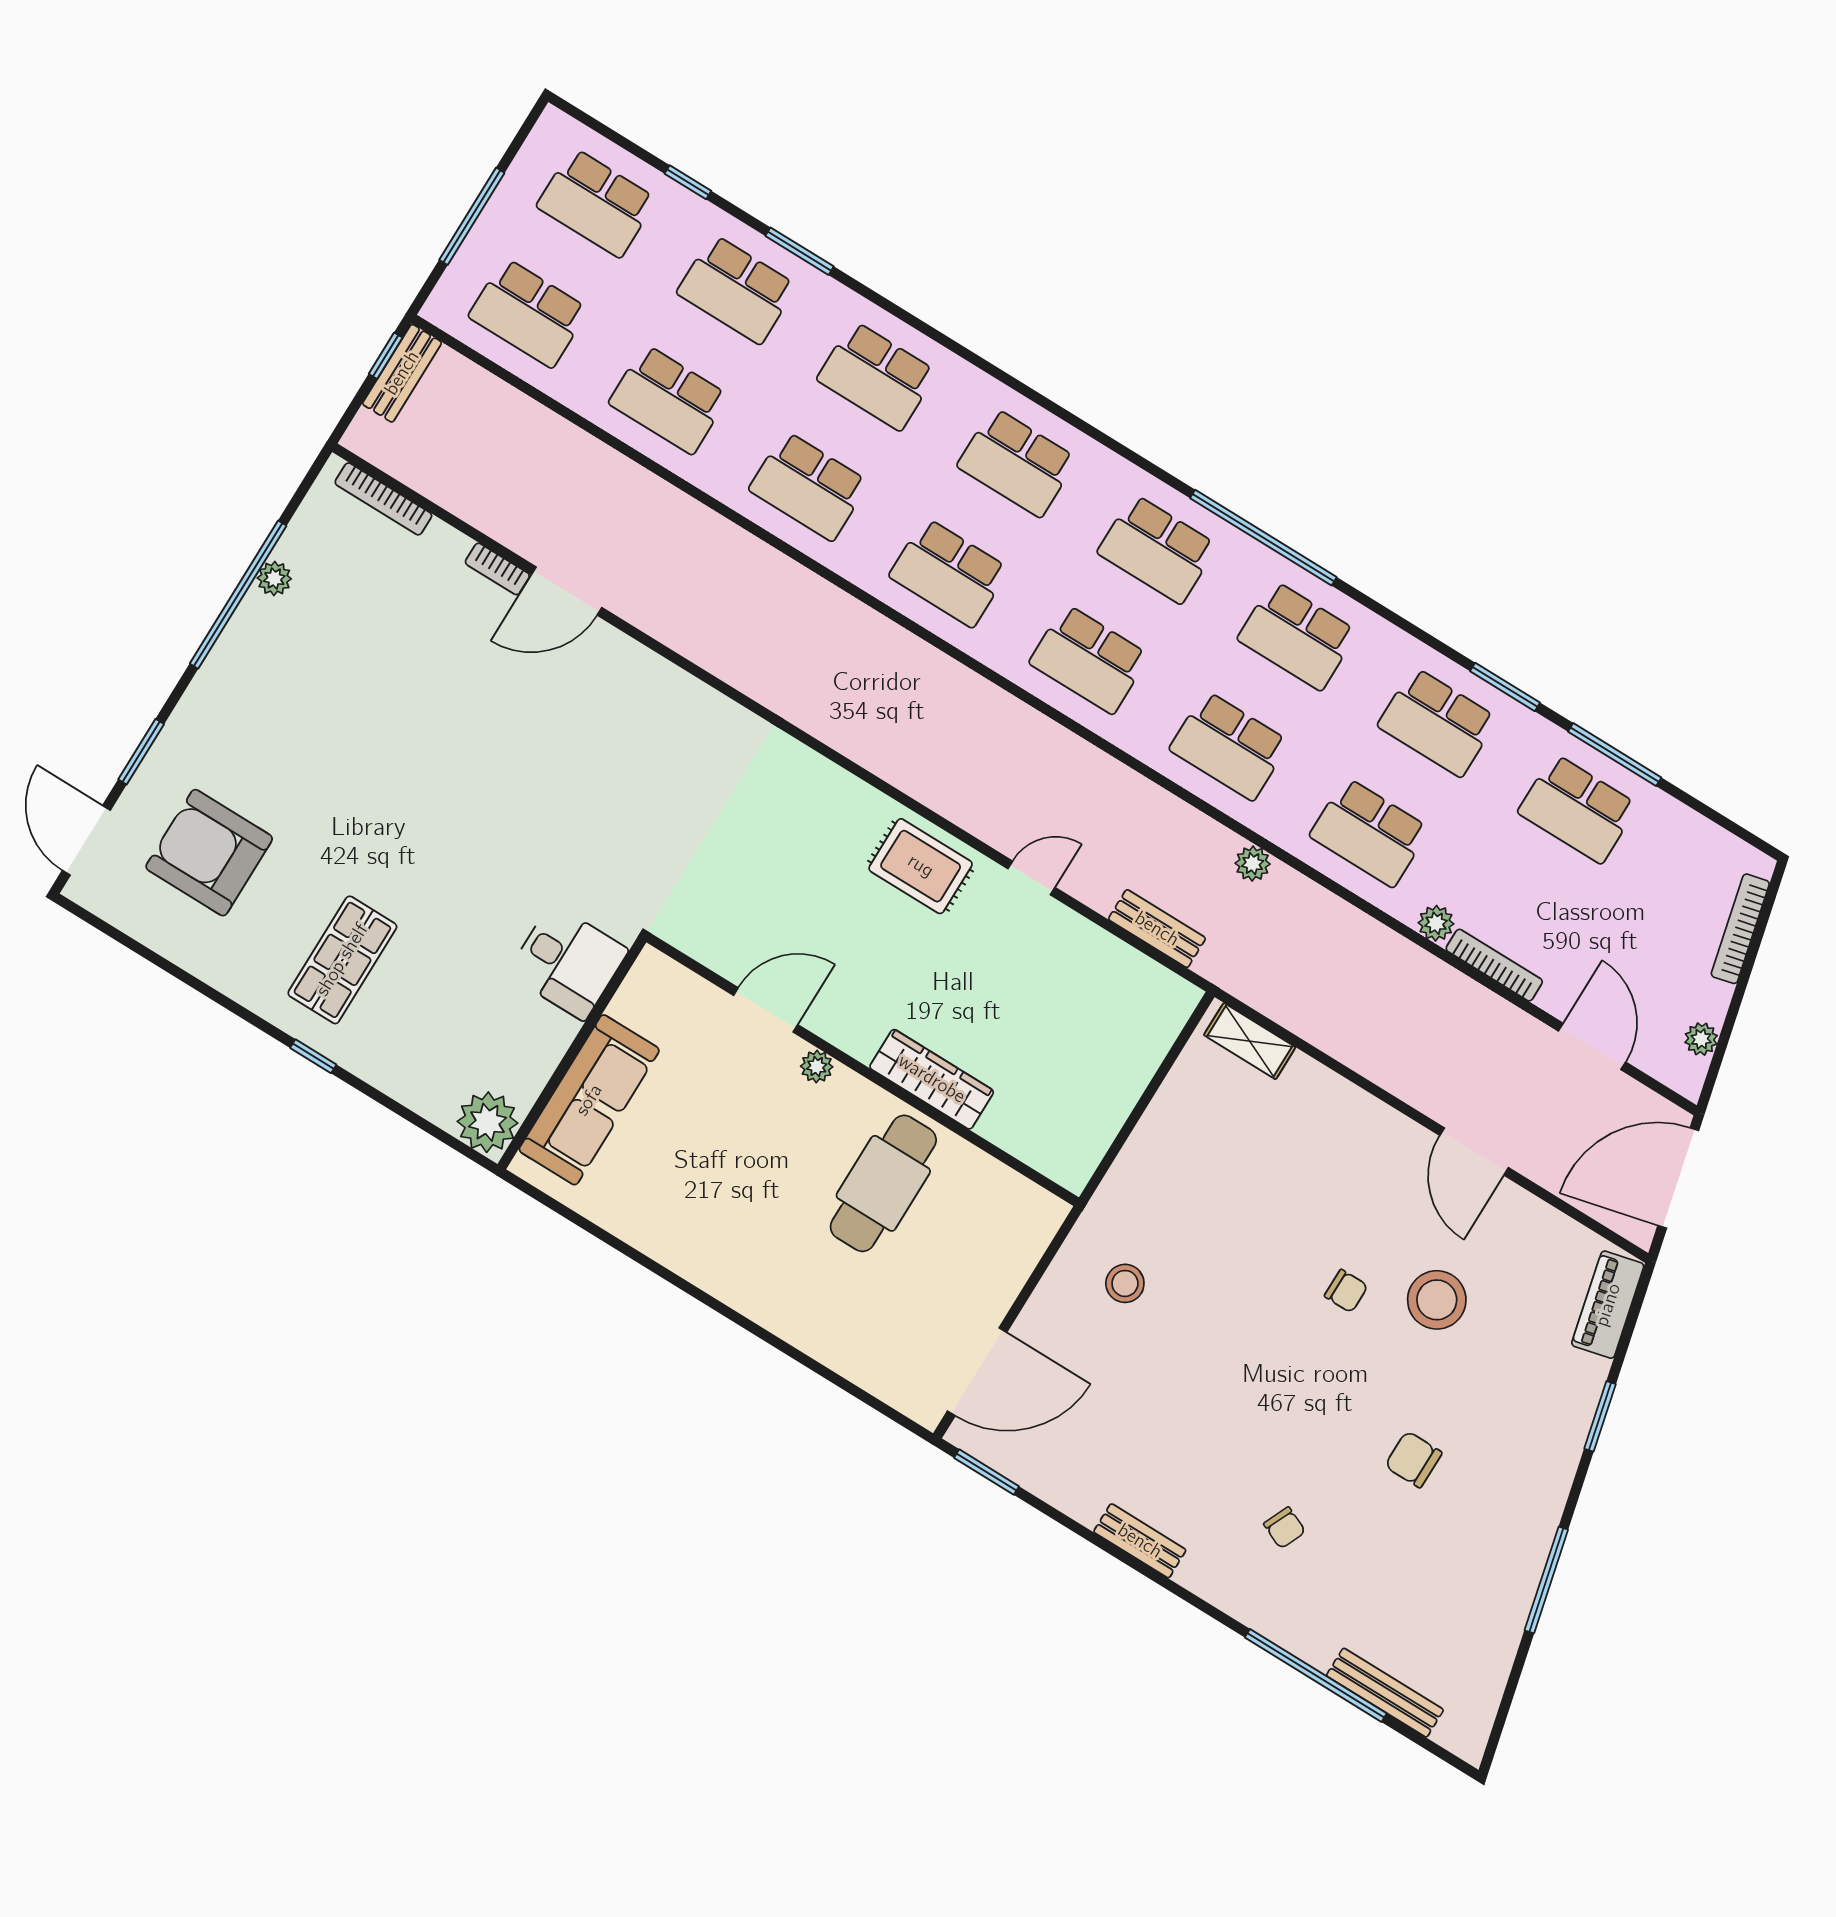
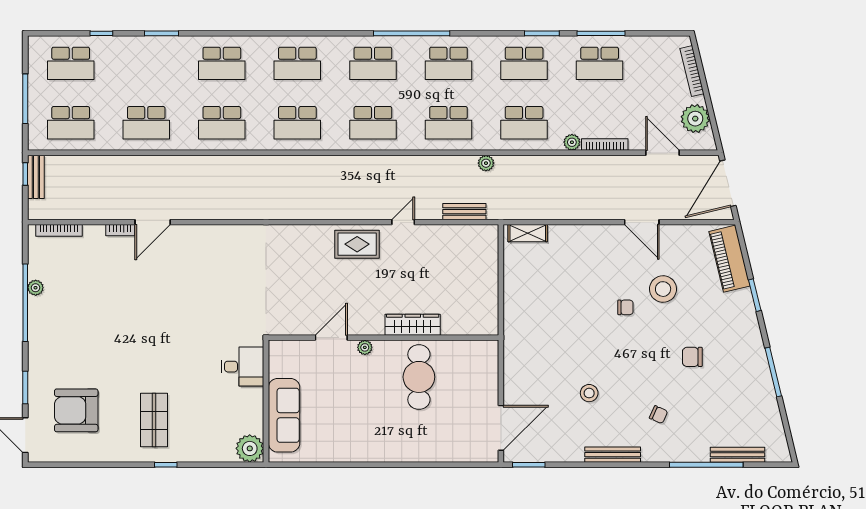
school desk: (737, 289) -> (146, 63), removed
plant: (1701, 1039) -> (695, 119), width x1.88, depth x1.88
stool: (1125, 1283) -> (589, 393), moved
piano: (1608, 1305) -> (730, 259), width x1.37, depth x1.33
bench: (1140, 1541) -> (613, 455), width x1.36

